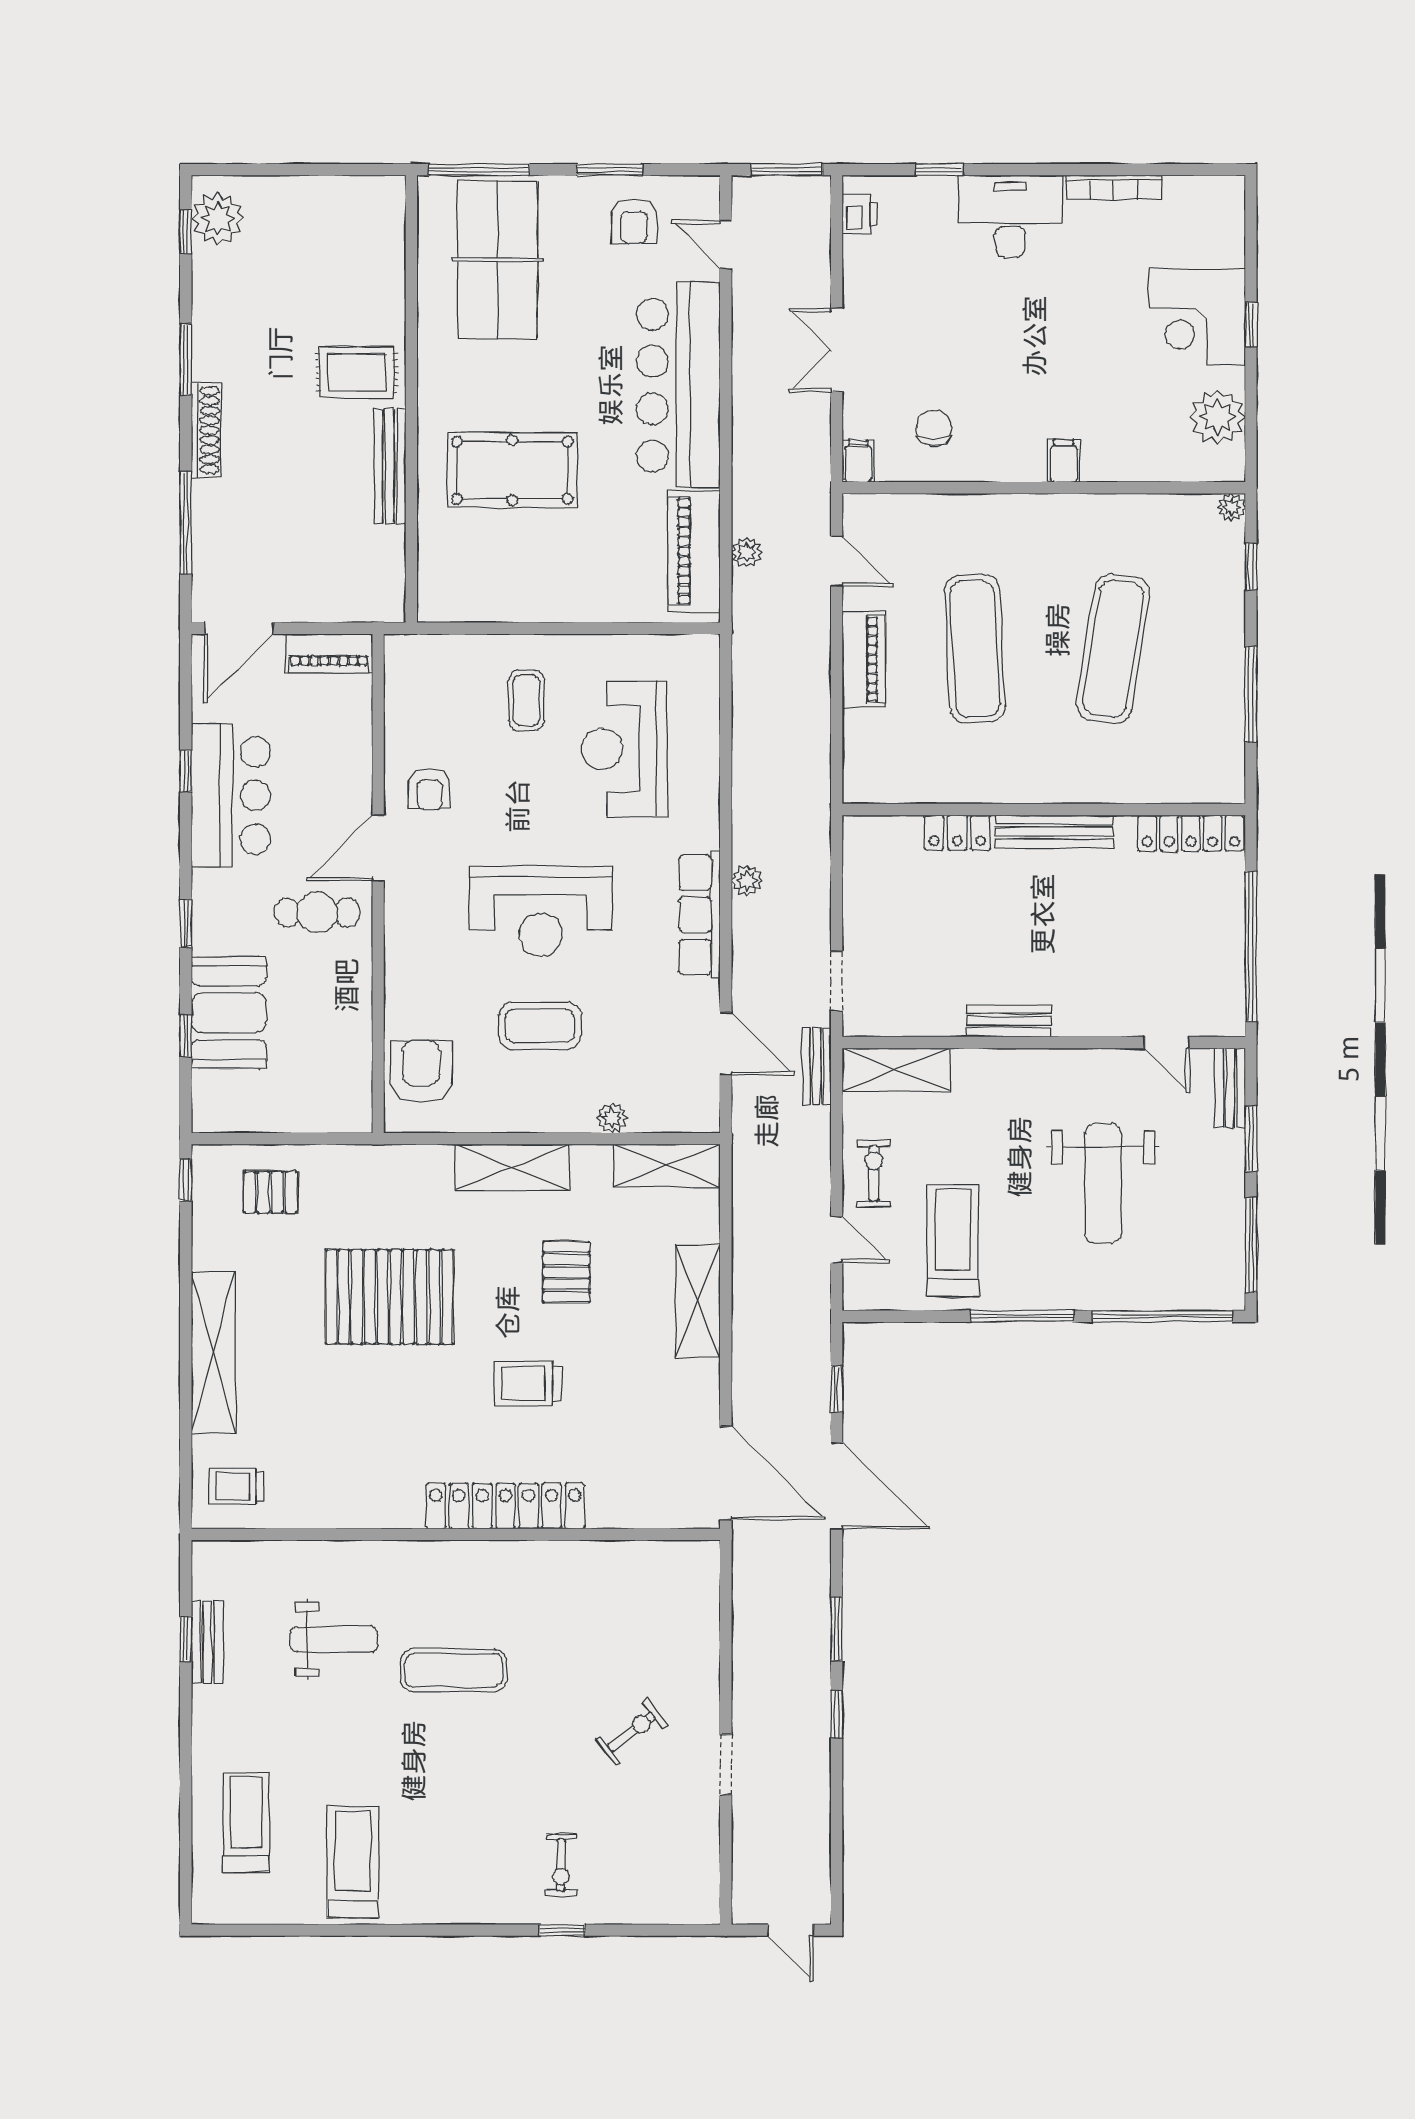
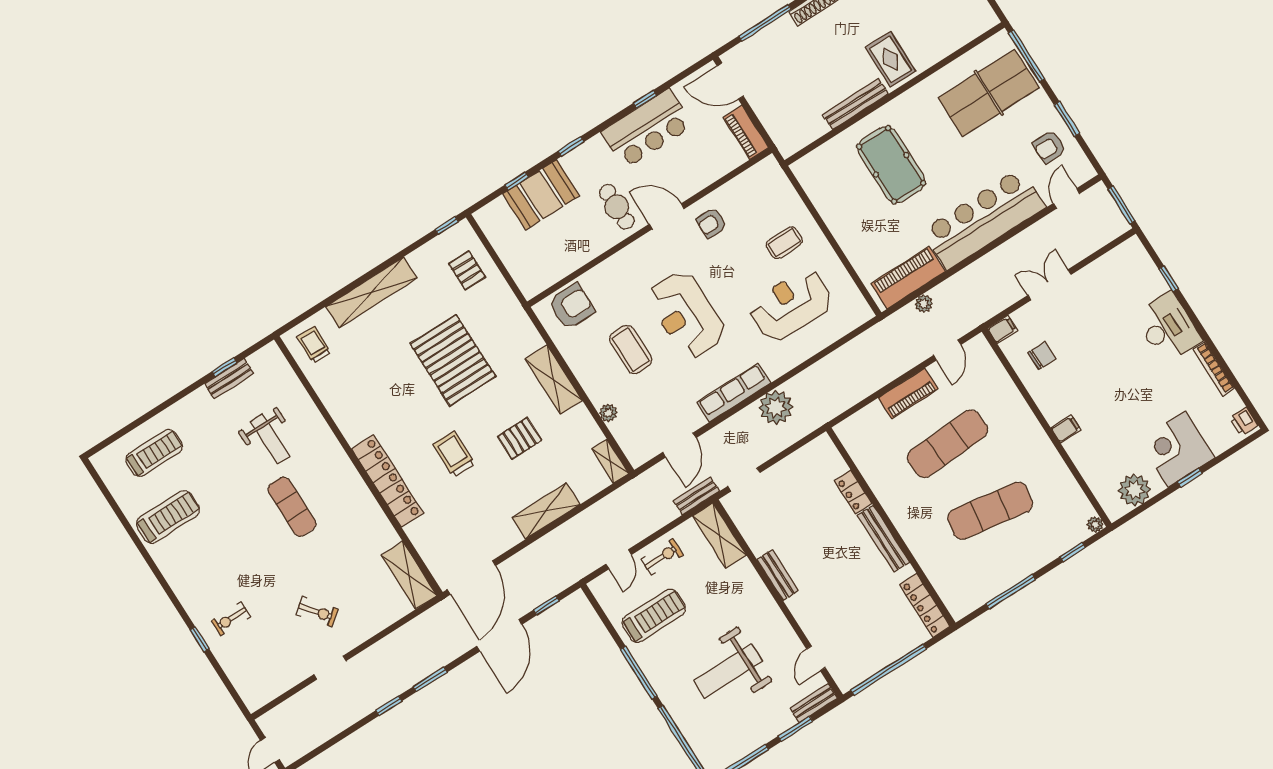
printer: (860, 214) -> (1244, 422), moved, turned 90
plant: (747, 881) -> (776, 407), width x1.88, depth x1.88
shelving: (667, 1166) -> (610, 461), width x0.67, depth x0.75
shelving: (664, 1562) -> (409, 575), added

